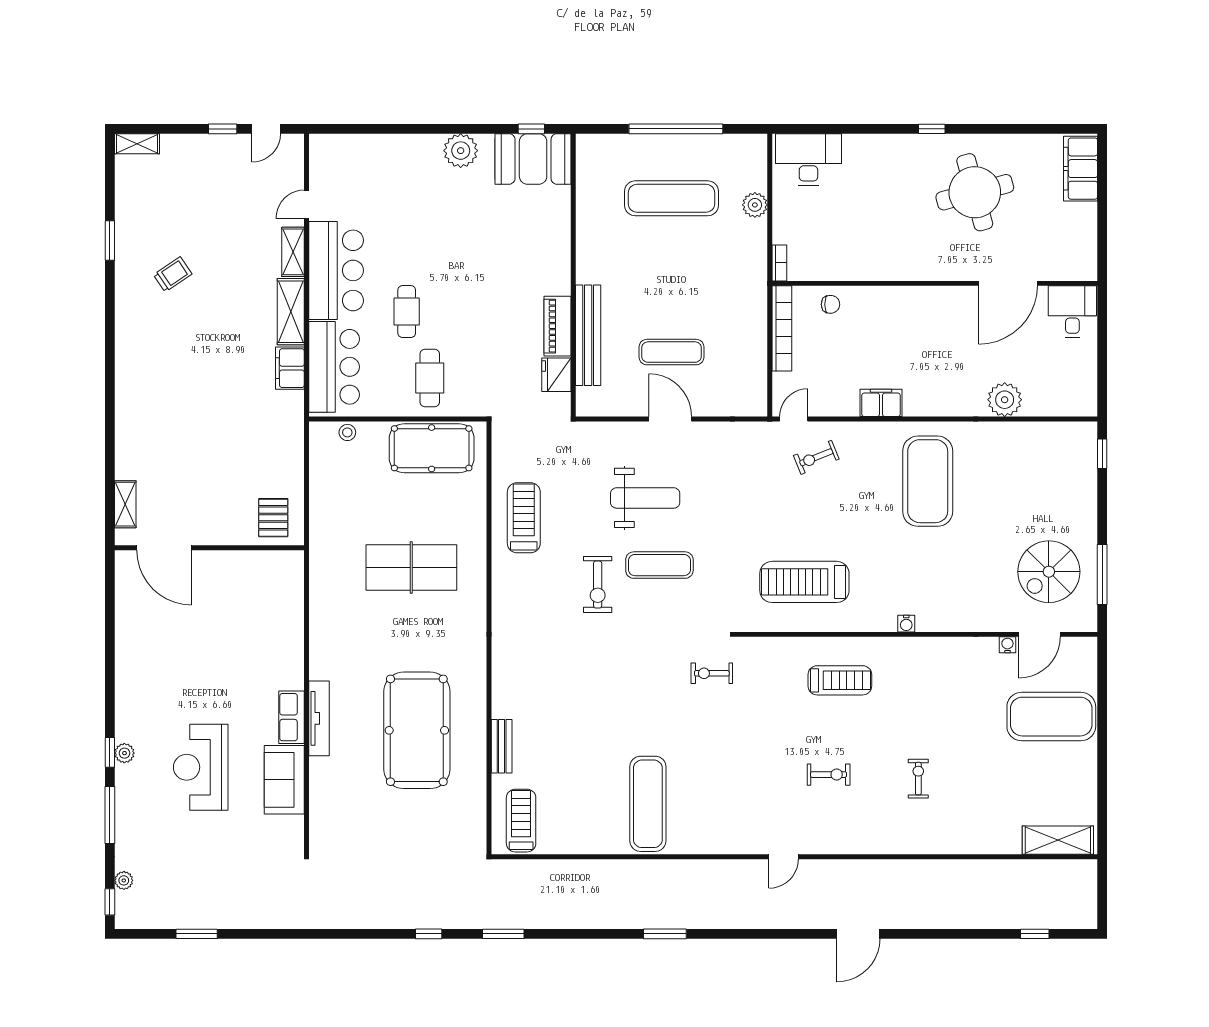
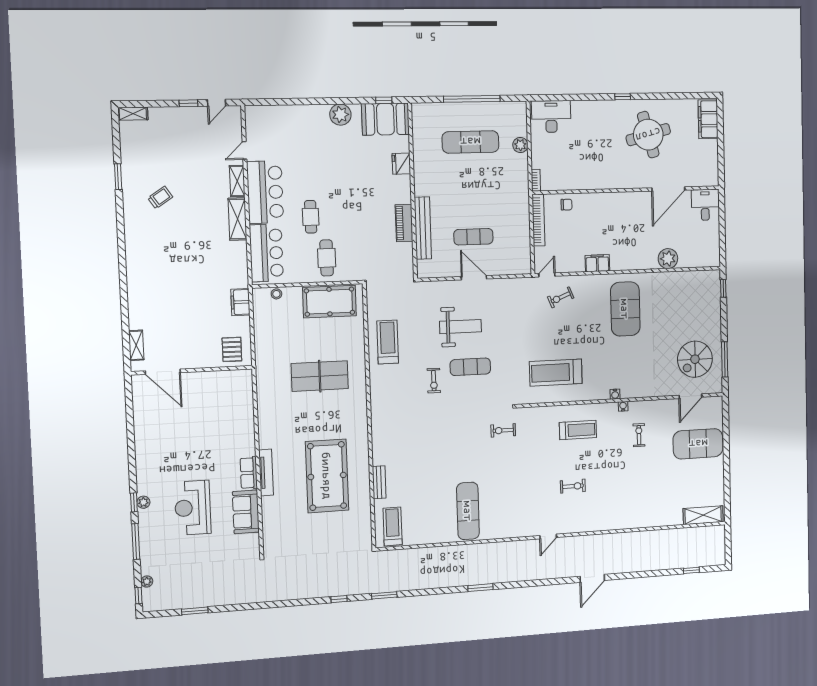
filing cabinet: (290, 368) -> (240, 302), moved
fridge: (556, 375) -> (401, 164), moved
exercise bike: (598, 585) -> (434, 381), width x0.73, depth x0.72
water cooler: (1007, 645) -> (623, 406), moved
exercise bike: (918, 779) -> (639, 435), moved

